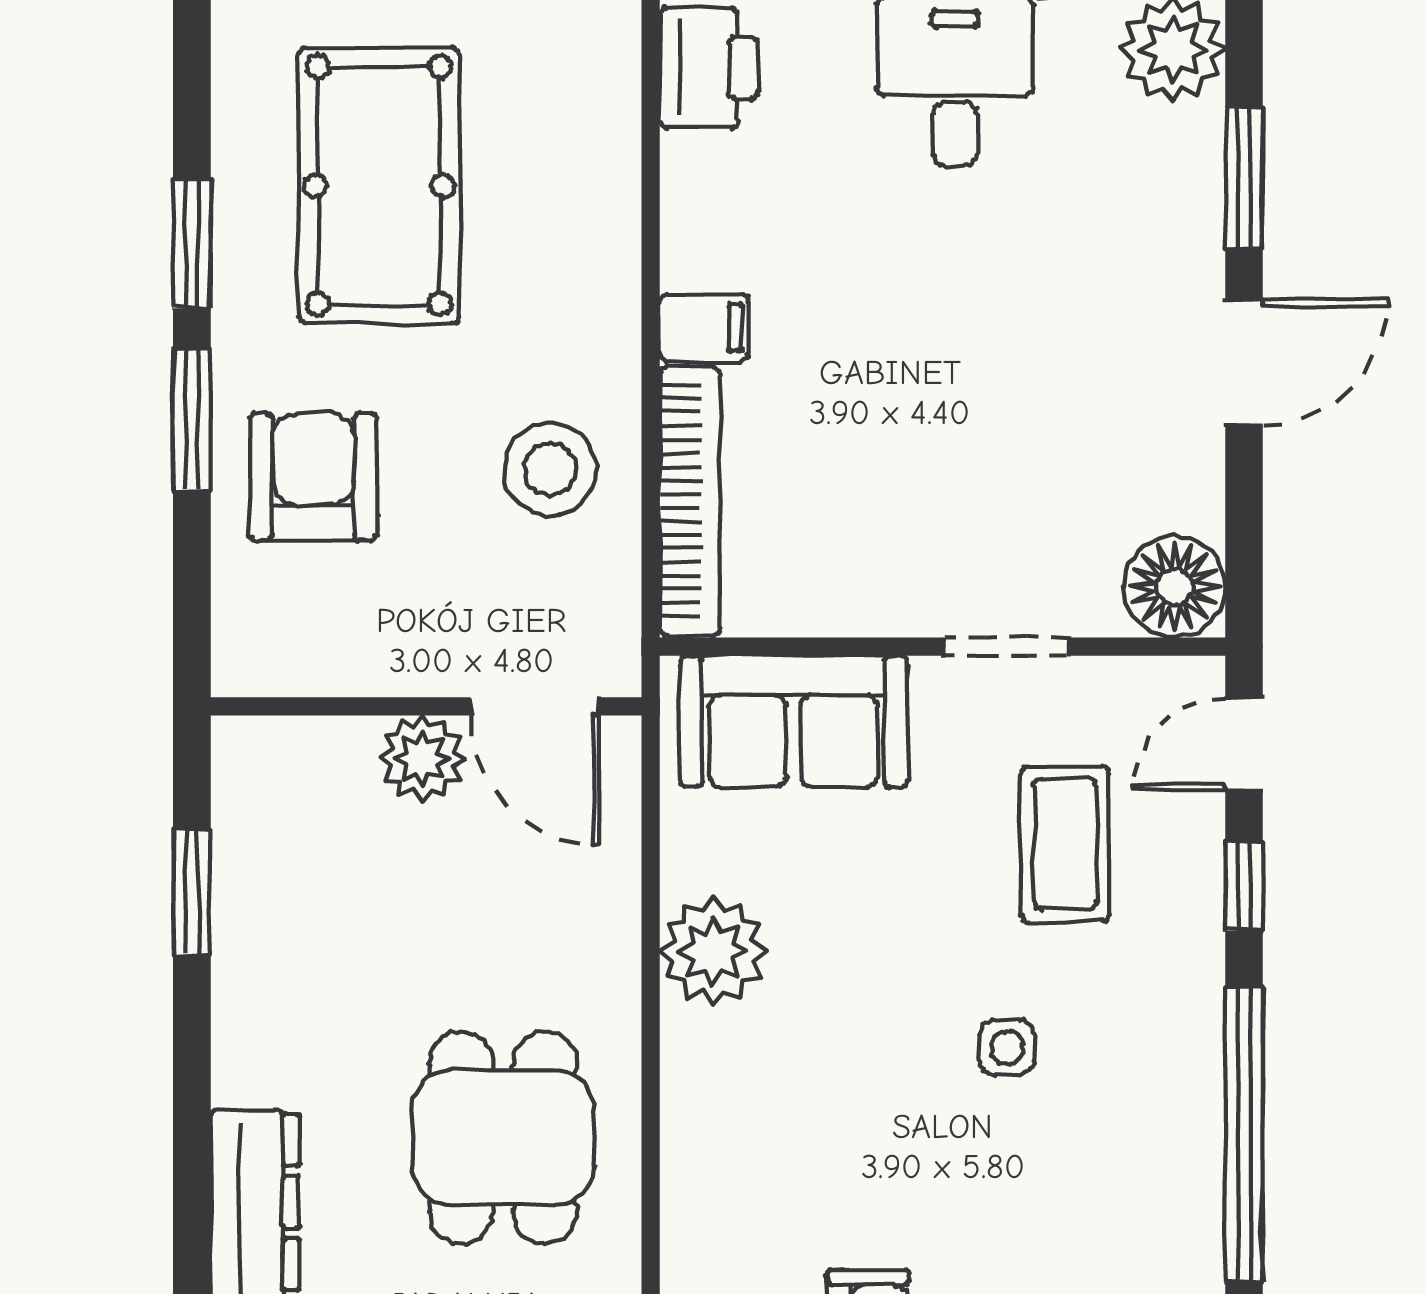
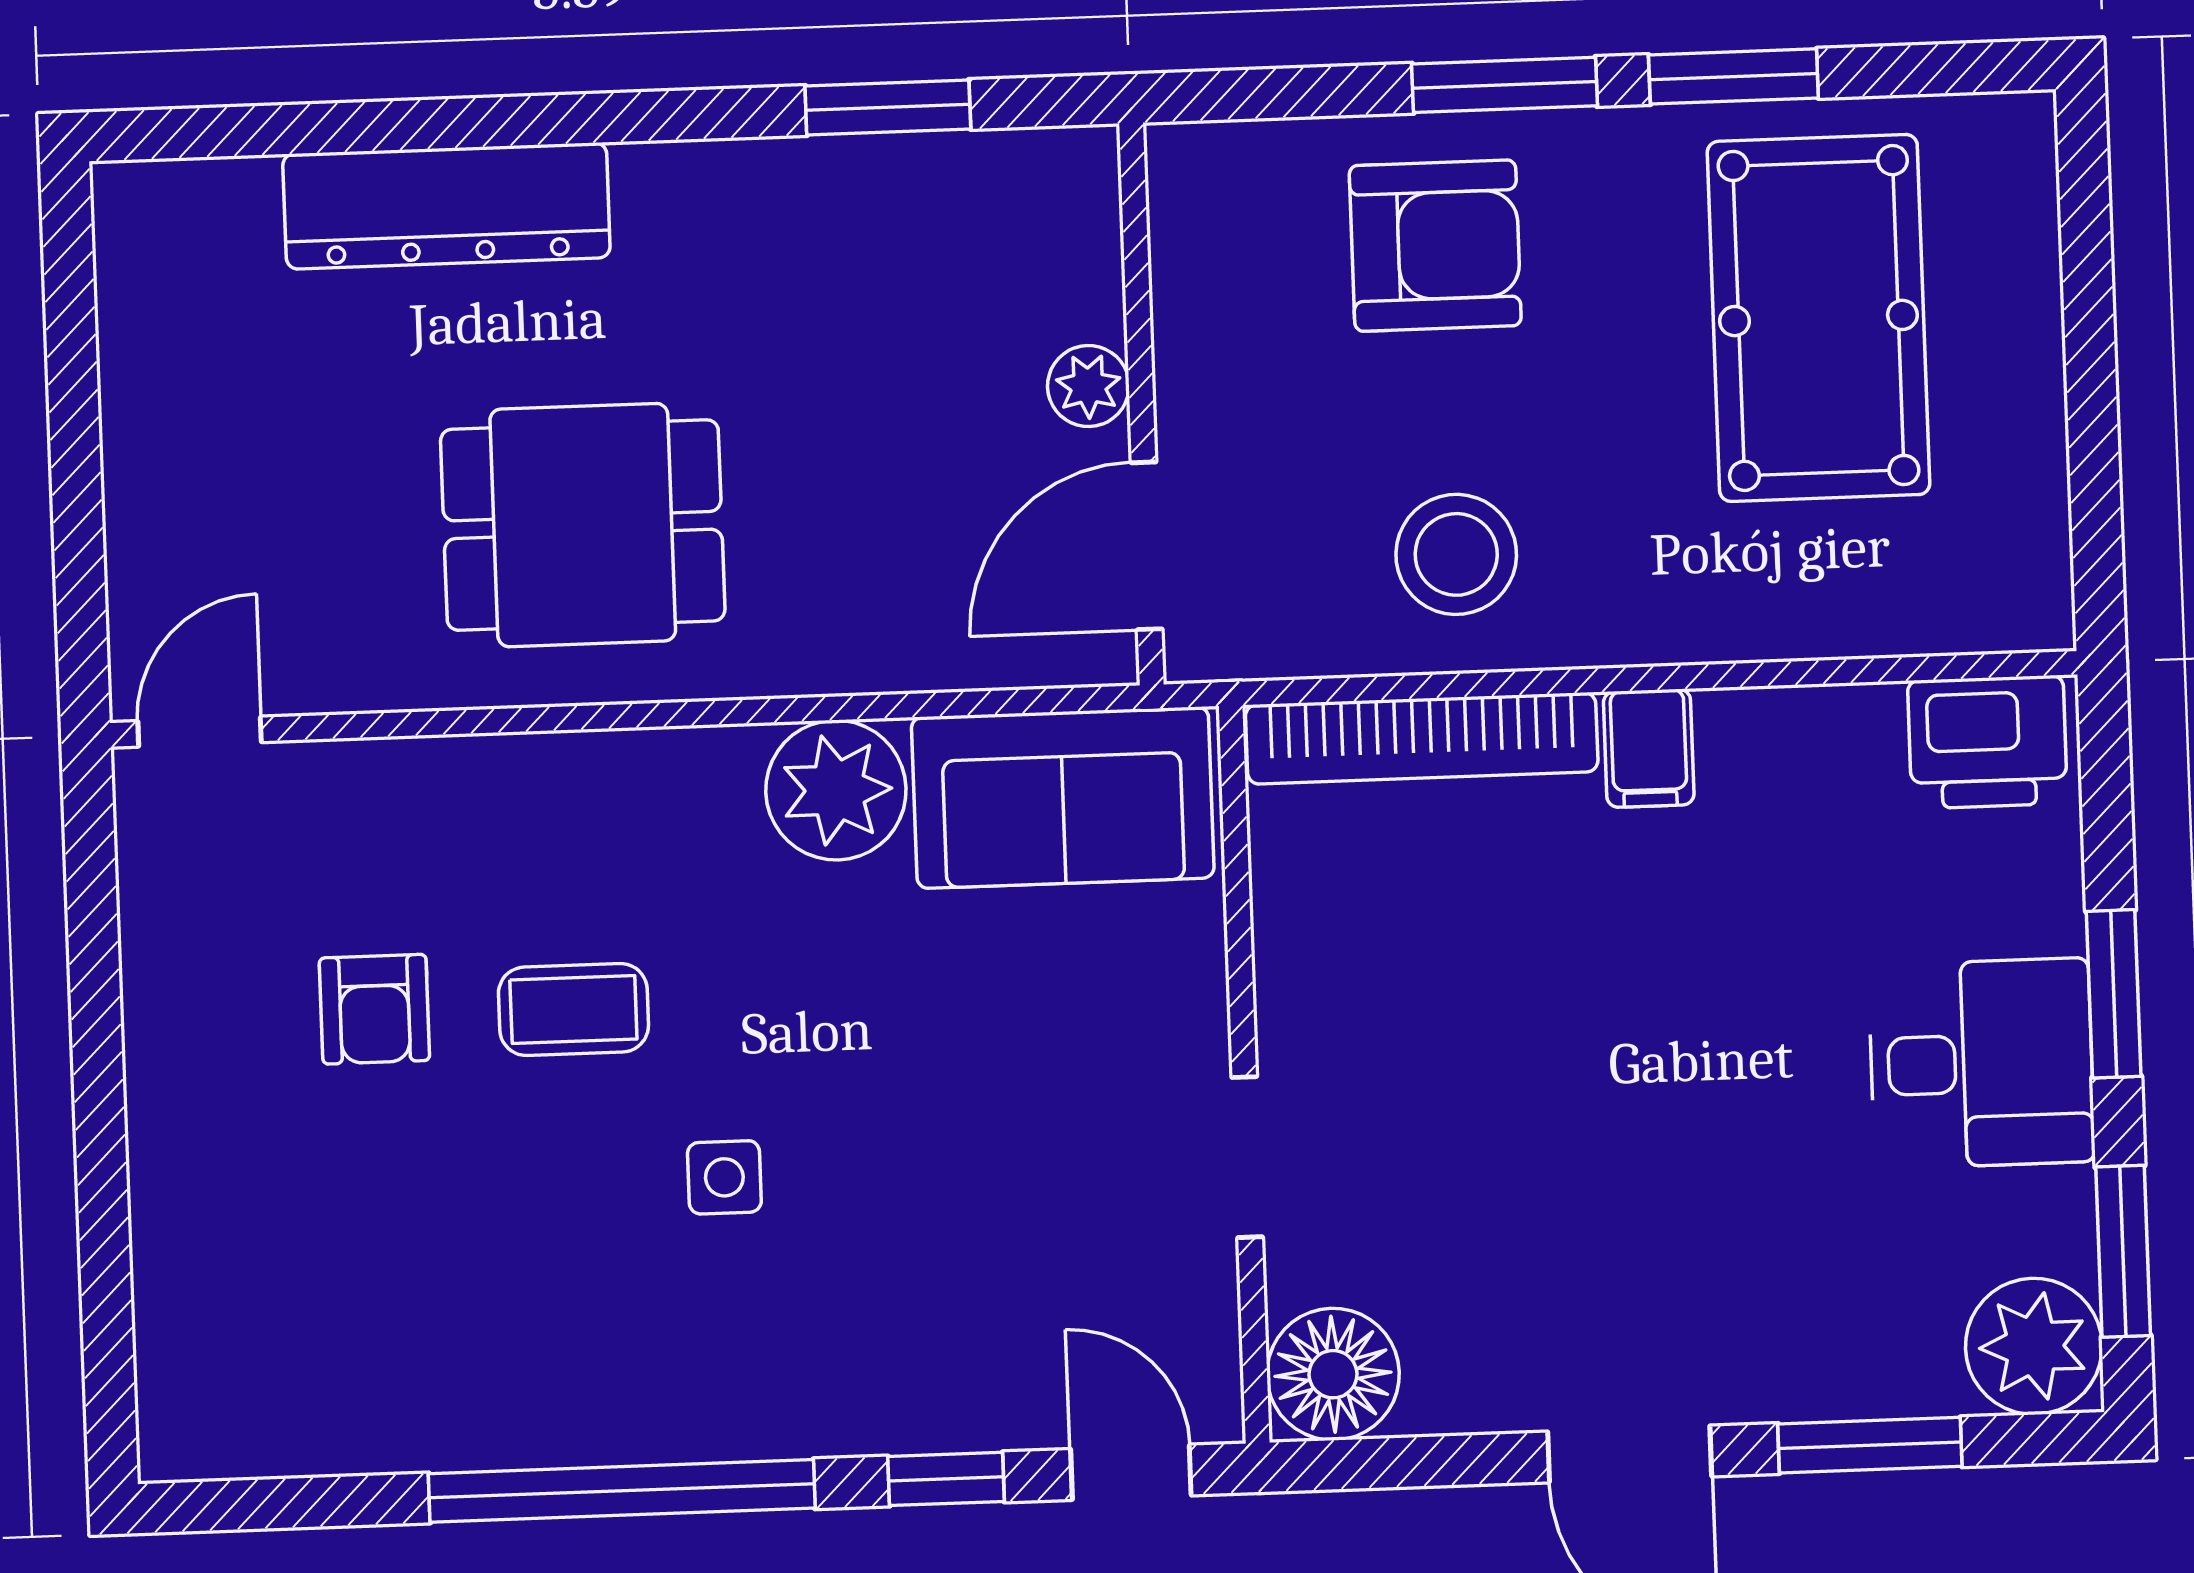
pool table: (379, 185) -> (1818, 318), turned 90
sofa: (793, 721) -> (1063, 798), moved, turned -90
plant: (423, 758) -> (1088, 386), width x0.73, depth x0.73
coffee table: (1065, 844) -> (573, 1010), moved, width x0.73, depth x0.77

